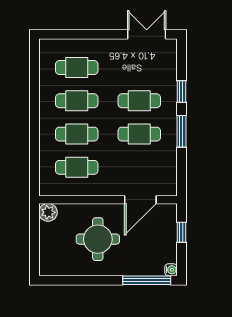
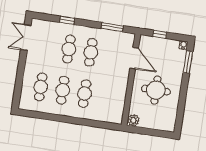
window: (181, 131) -> (112, 27), moved
cafe table: (77, 167) -> (107, 97), removed
window: (147, 280) -> (188, 62), width x0.69

